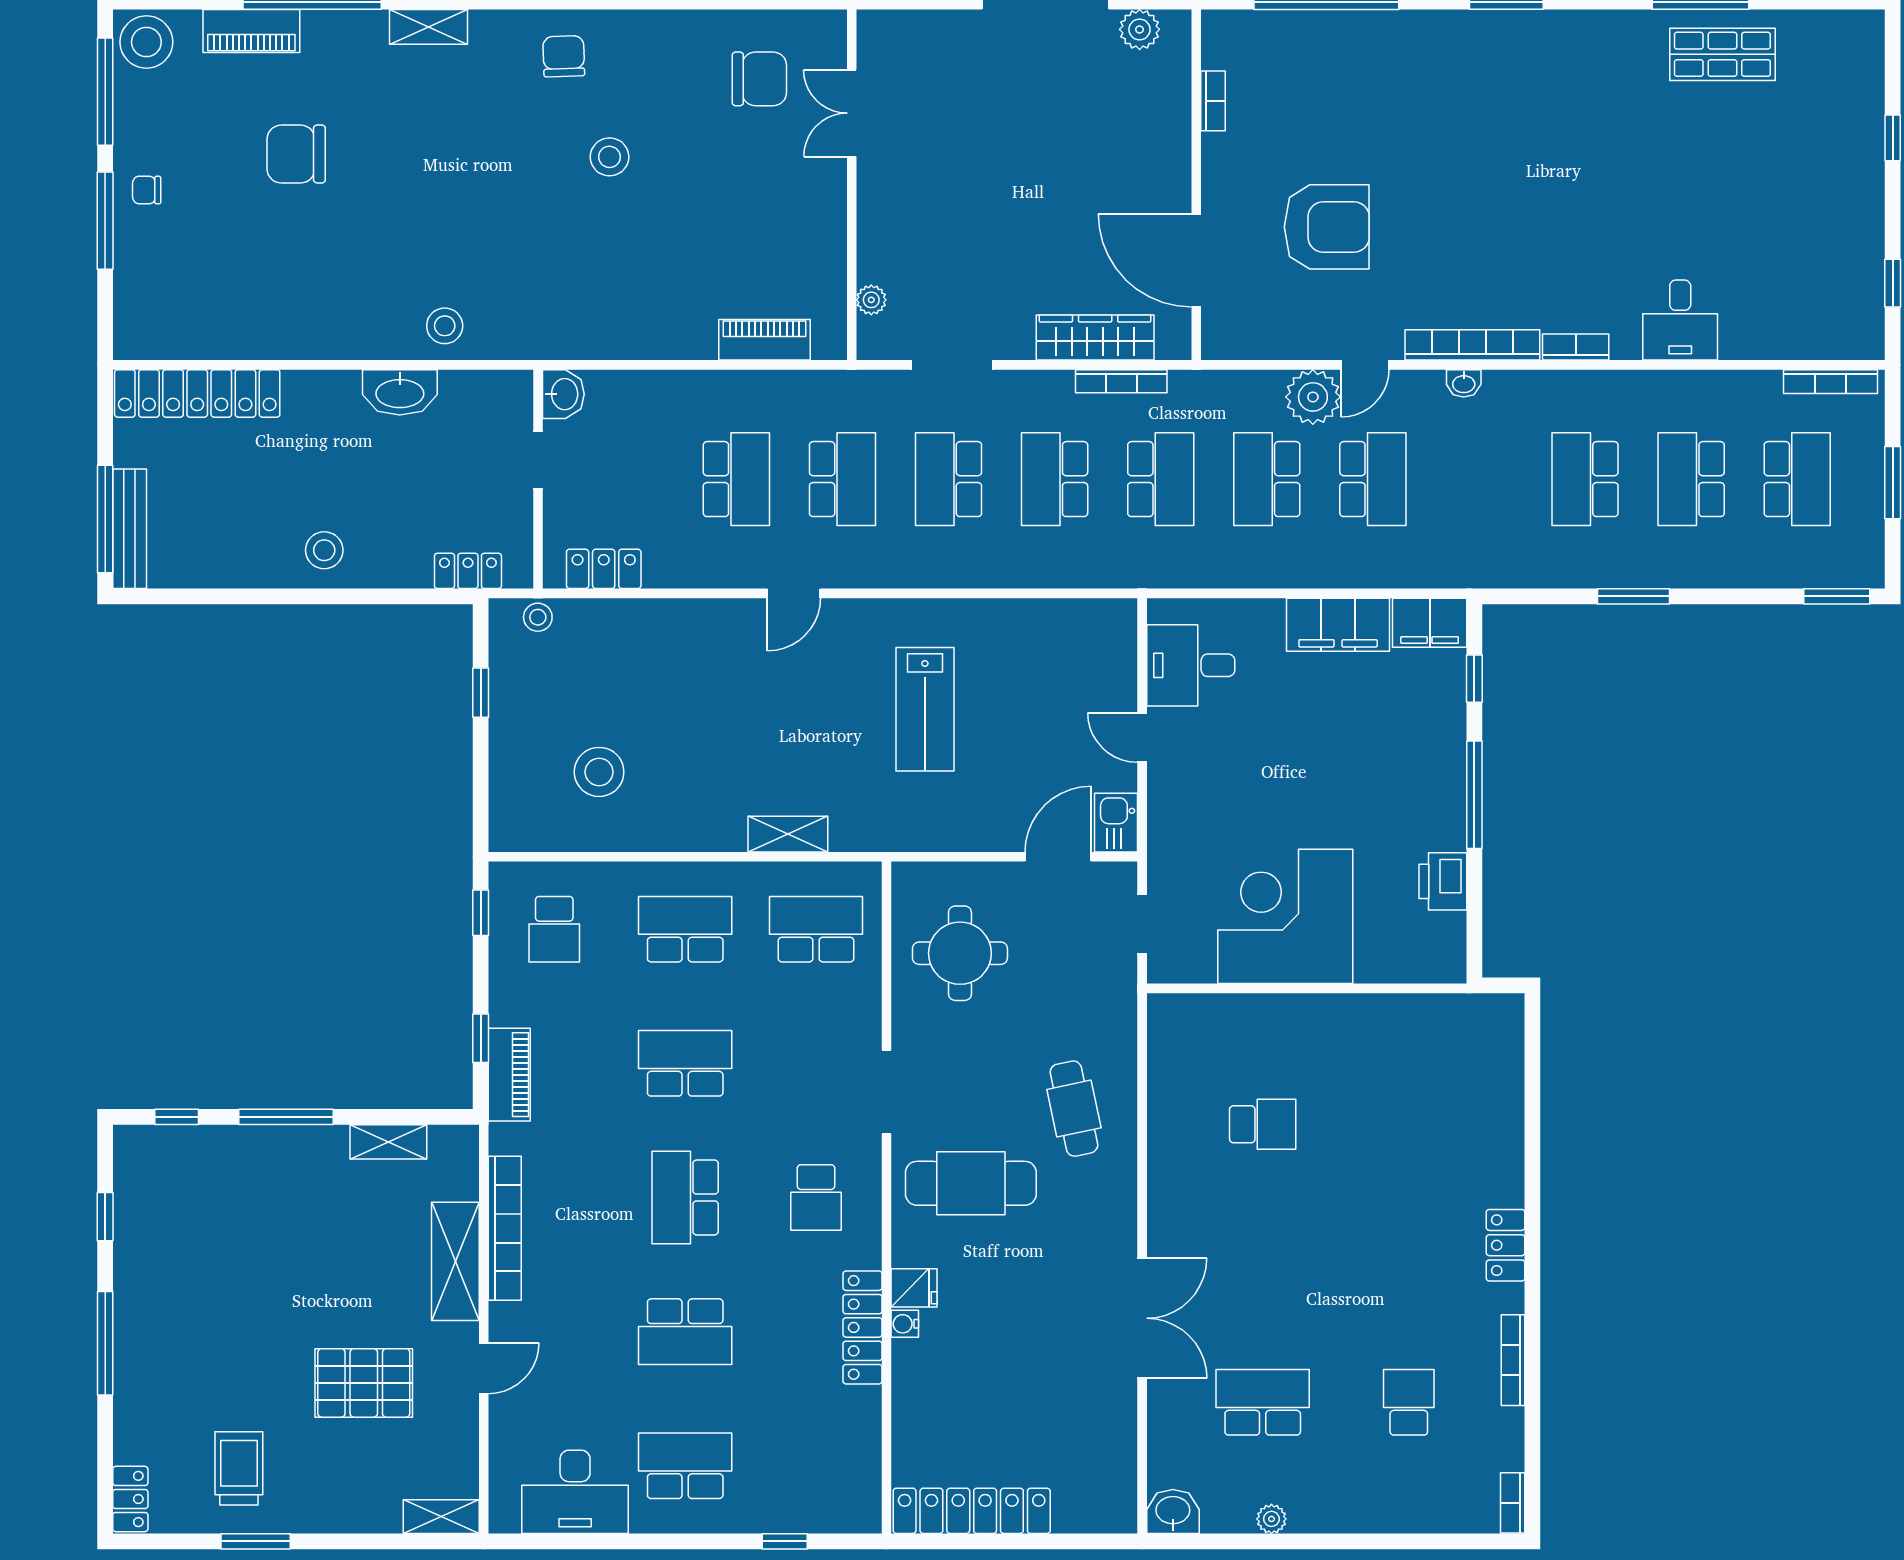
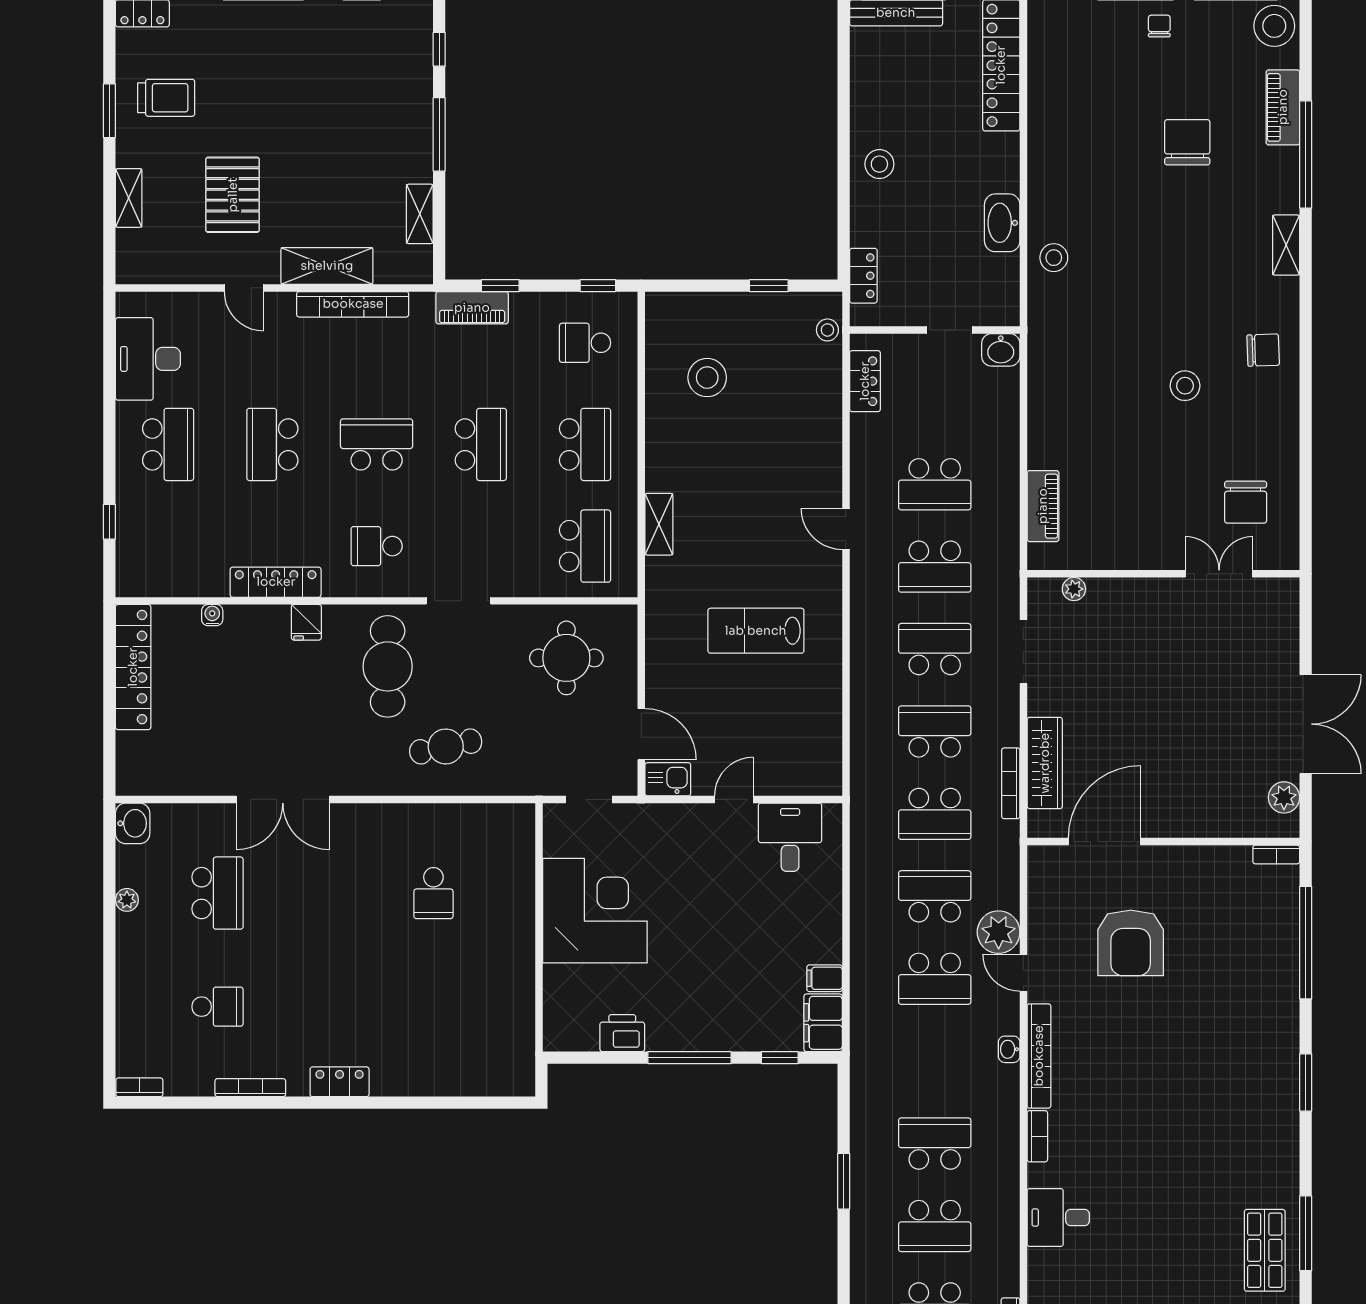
bookcase: (1213, 101) -> (1276, 855), moved
school desk: (1691, 479) -> (935, 1226), turned 180
filing cabinet: (1338, 625) -> (825, 978), width x0.33, depth x0.86
water cooler: (905, 1324) -> (212, 615), moved
shelving: (441, 1517) -> (129, 198), moved

